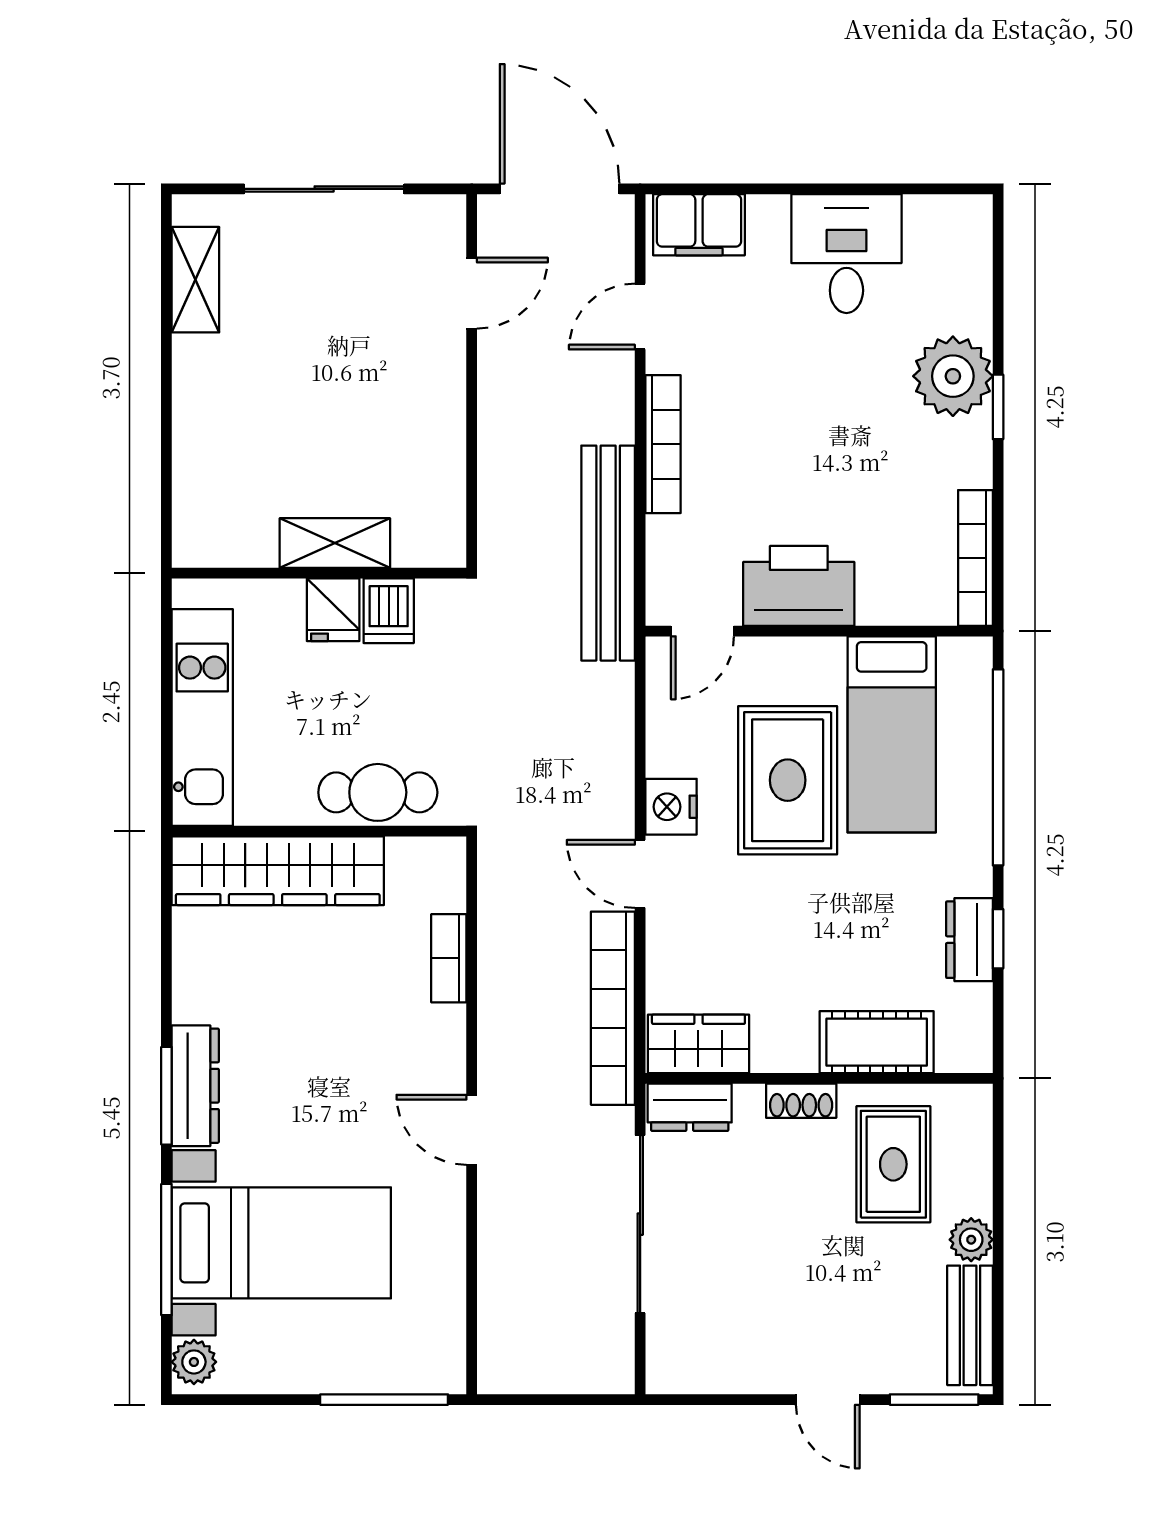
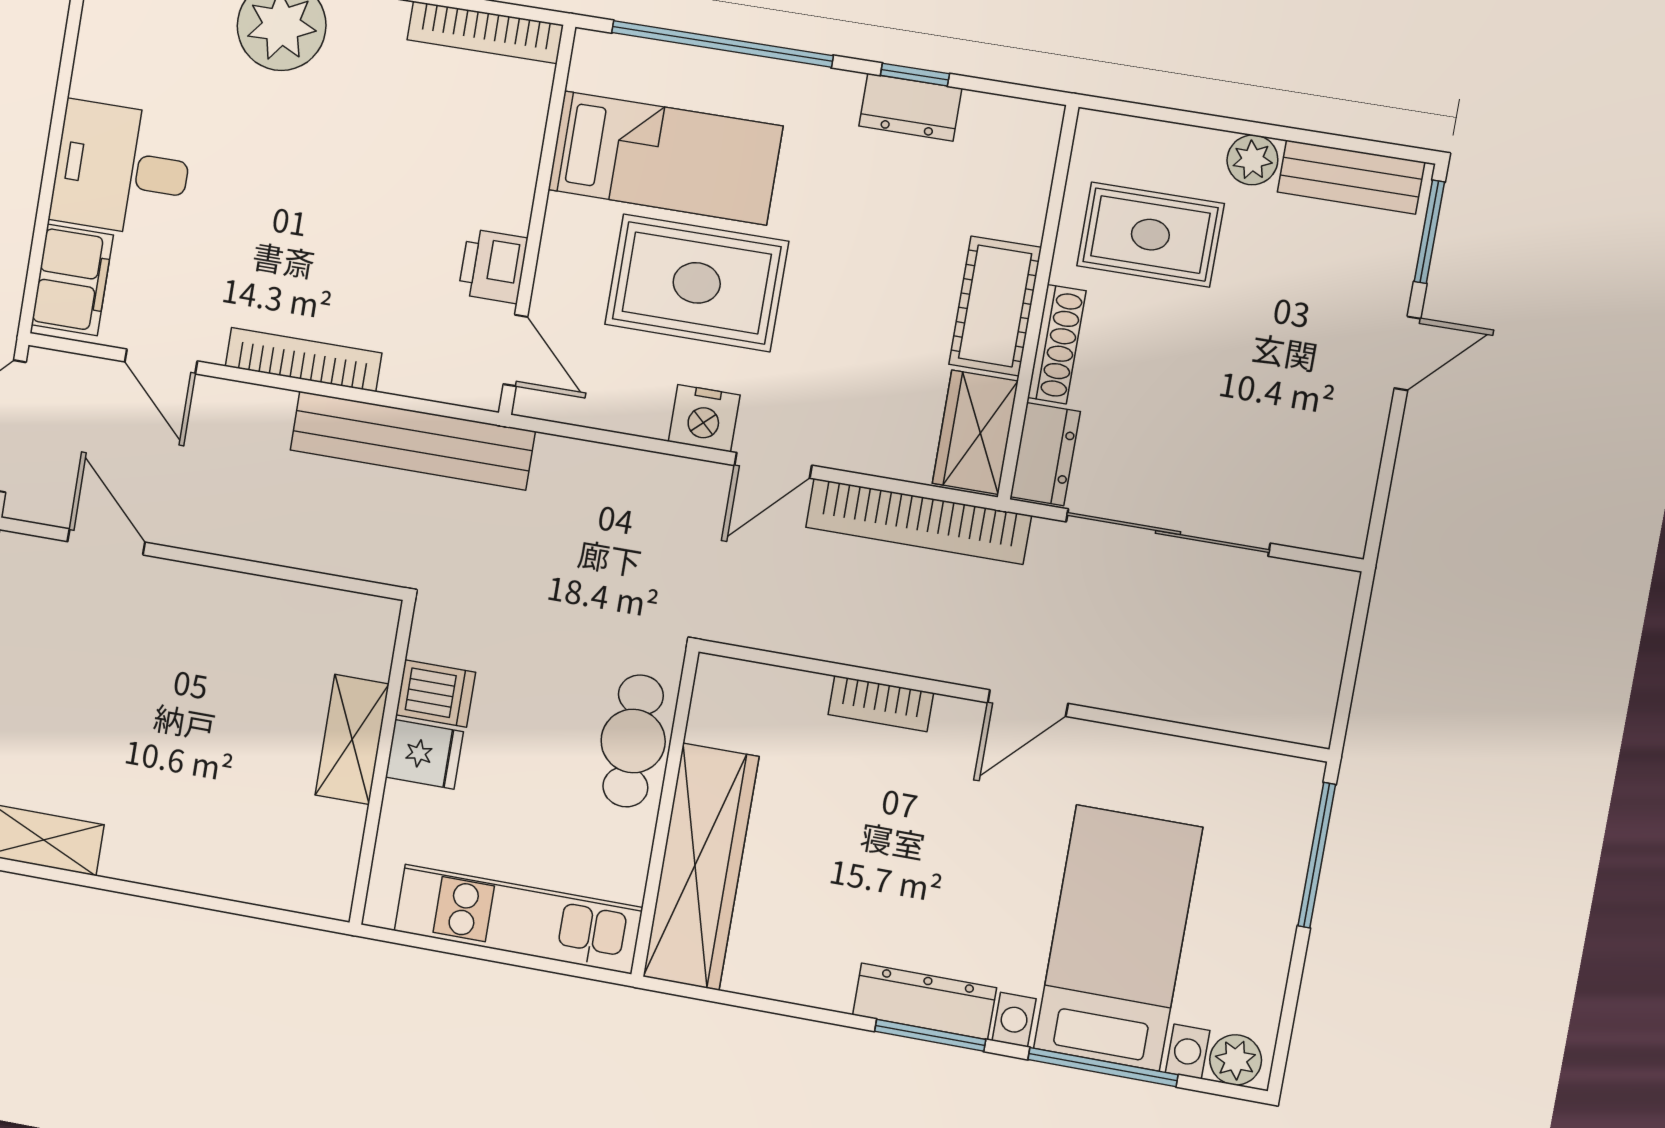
desk: (846, 254) -> (122, 169), moved
printer: (799, 586) -> (493, 266), width x0.53, depth x0.68
bookcase: (449, 958) -> (881, 704), moved
cot: (877, 1042) -> (995, 306), moved
shoe rack: (801, 1101) -> (1057, 344), width x1.43

